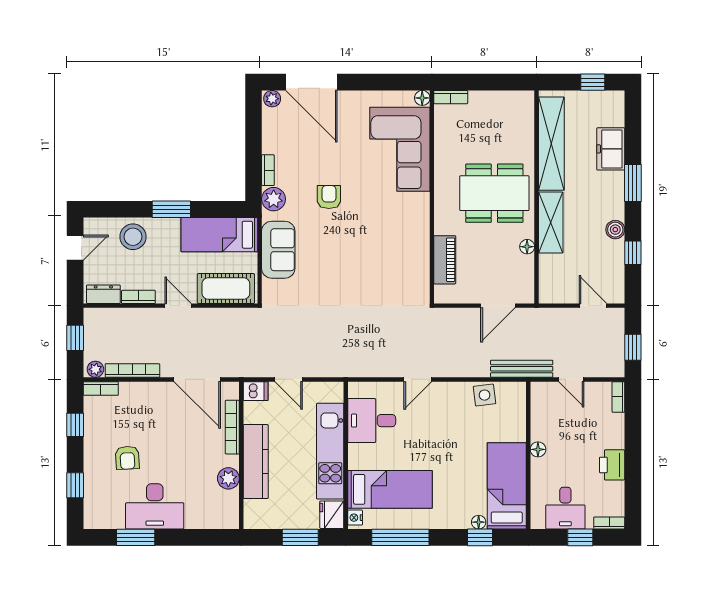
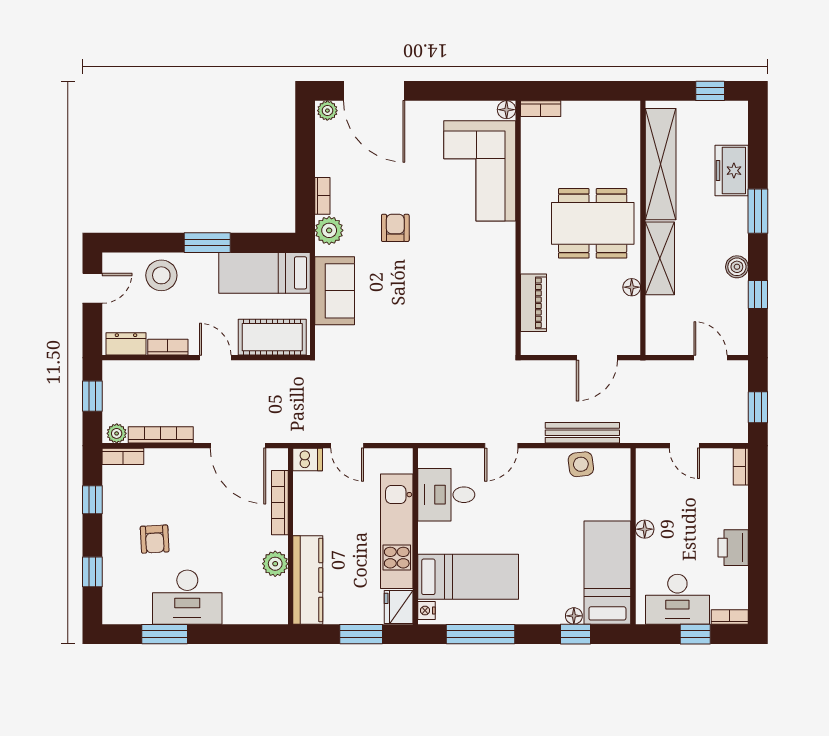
bench: (522, 369) -> (582, 433), moved
kitchen counter: (256, 462) -> (308, 580), moved
desk: (565, 508) -> (677, 599), width x1.37

